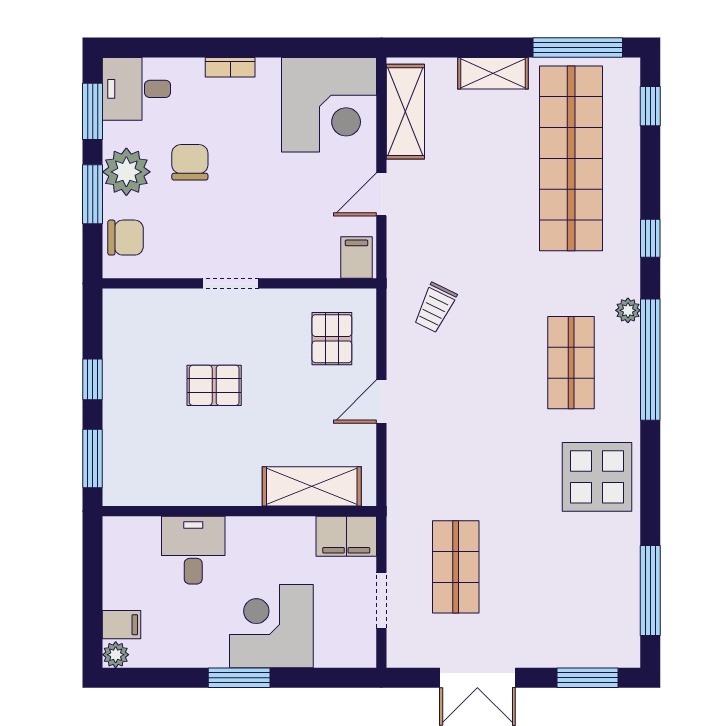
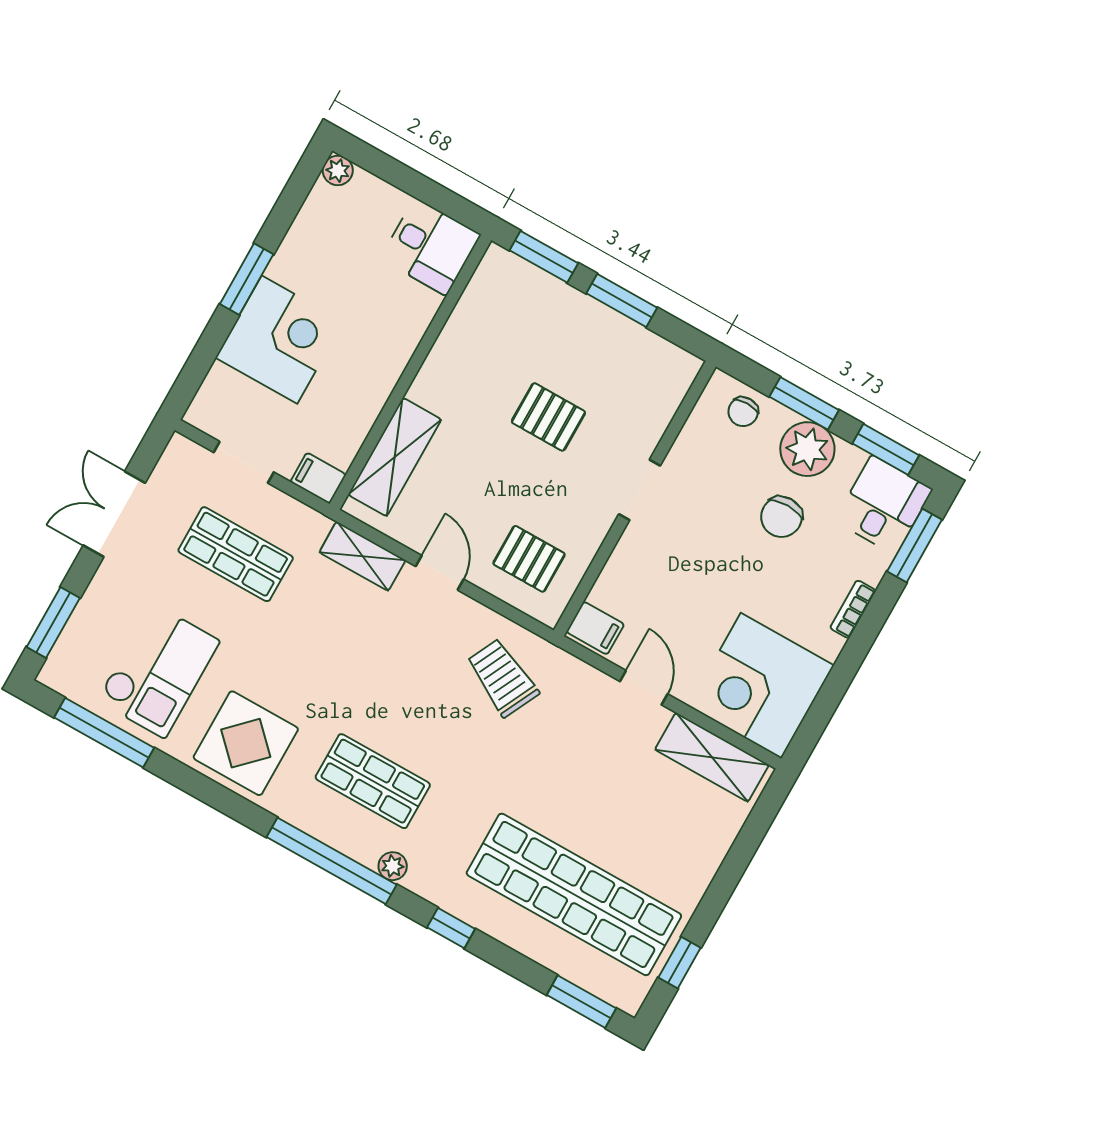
window: (154, 47) -> (914, 546), added
window: (578, 47) -> (679, 963), width x0.46
shelving: (493, 73) -> (362, 556), moved, turned 90
window: (650, 106) -> (581, 1002), width x1.50
chair: (190, 162) -> (782, 517), turned 90
chair: (126, 238) -> (743, 412), width x0.73, depth x0.73
trolley: (435, 308) -> (502, 678), width x1.36, depth x1.39
window: (93, 379) -> (622, 301), width x1.50
pallet: (214, 385) -> (548, 417), turned 90
filing cabinet: (346, 536) -> (318, 478), width x0.50
desk: (193, 550) -> (431, 247), moved
checkout: (579, 576) -> (158, 671), added
filing cabinet: (122, 625) -> (364, 193), removed

